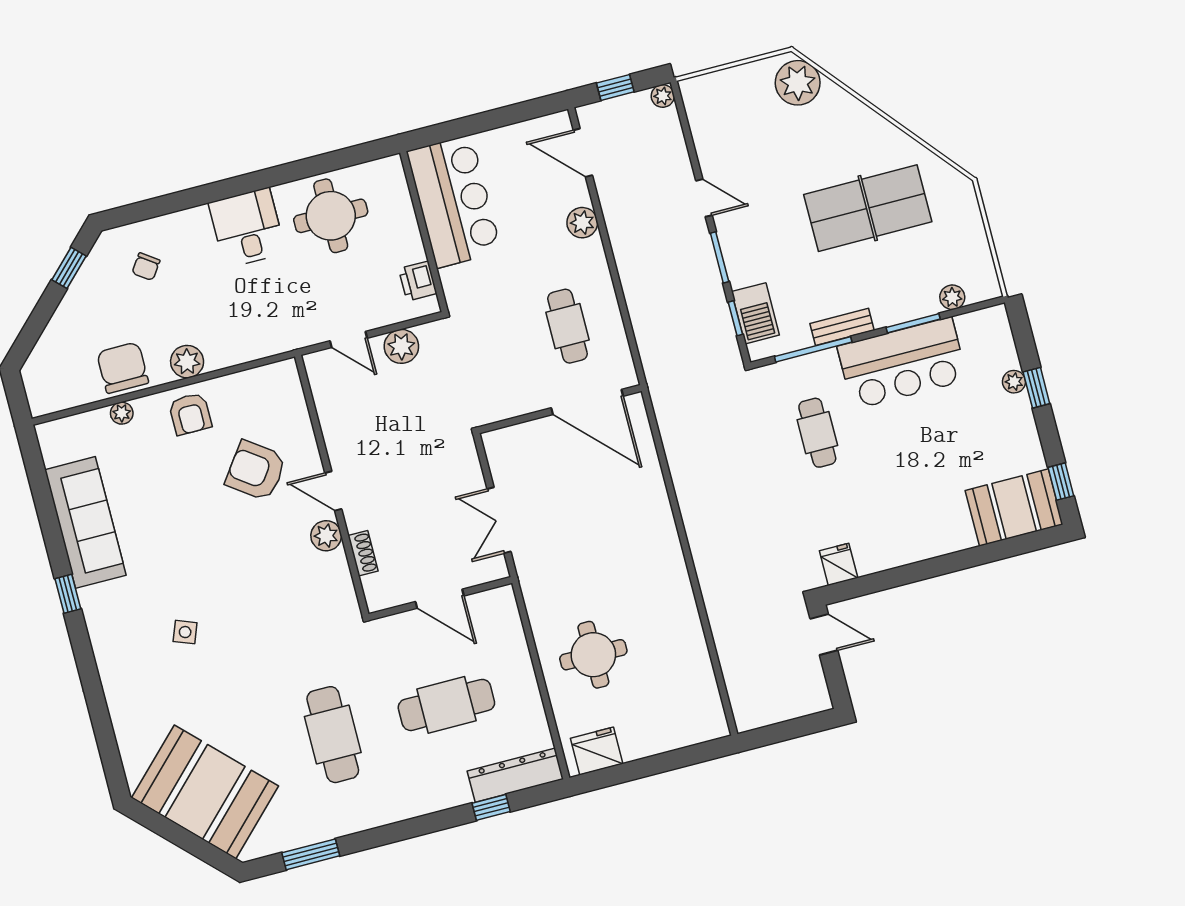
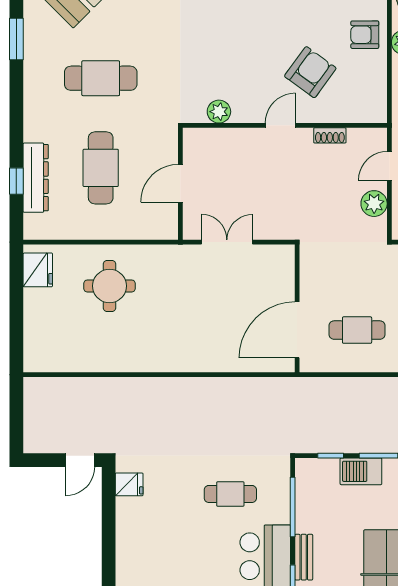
barbecue: (755, 313) -> (361, 471), moved
bench: (842, 327) -> (304, 557), moved
plant: (326, 536) -> (219, 112), moved
shoe rack: (363, 553) -> (330, 135), moved
dresser: (515, 775) -> (36, 178), moved

